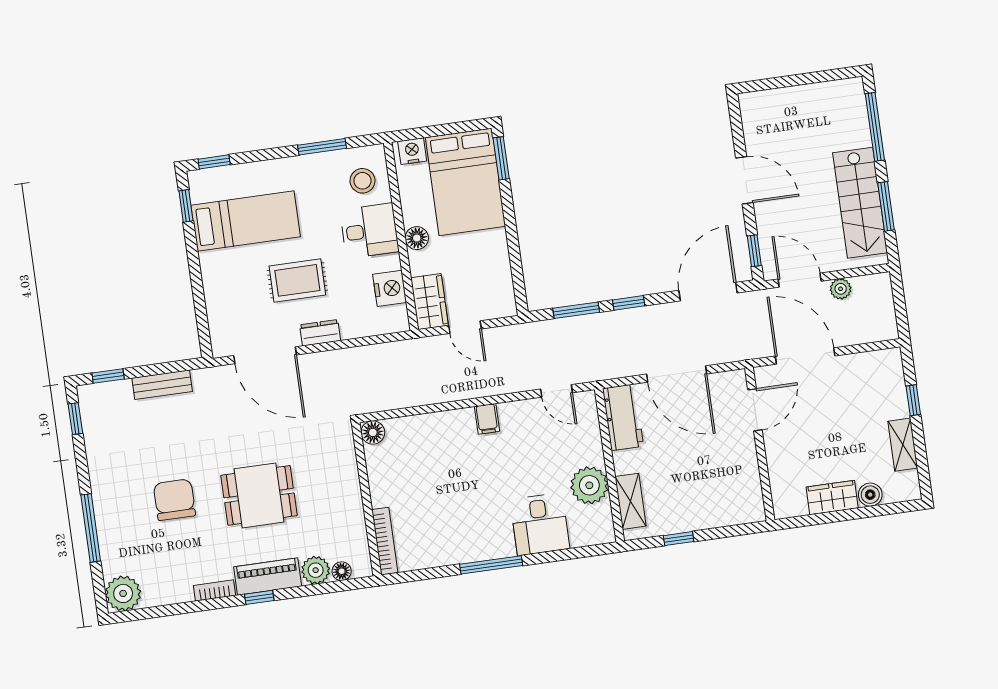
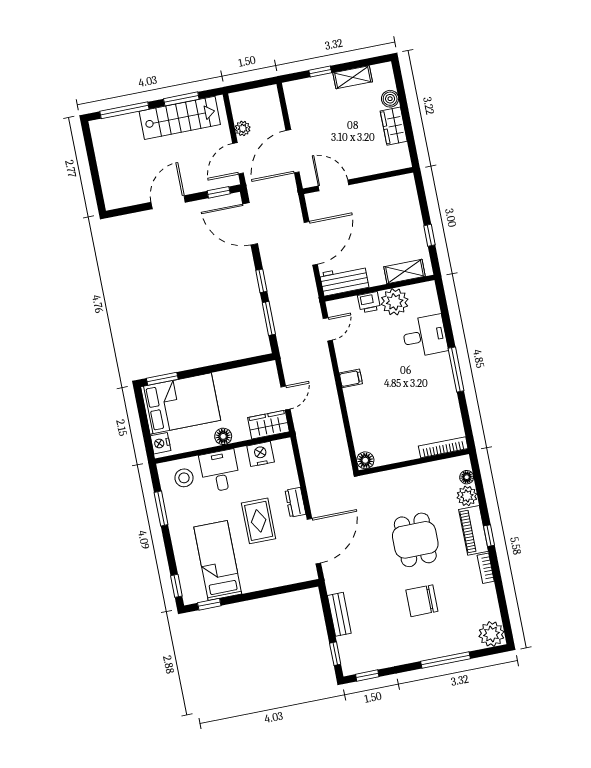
printer: (591, 450) -> (369, 302), added

